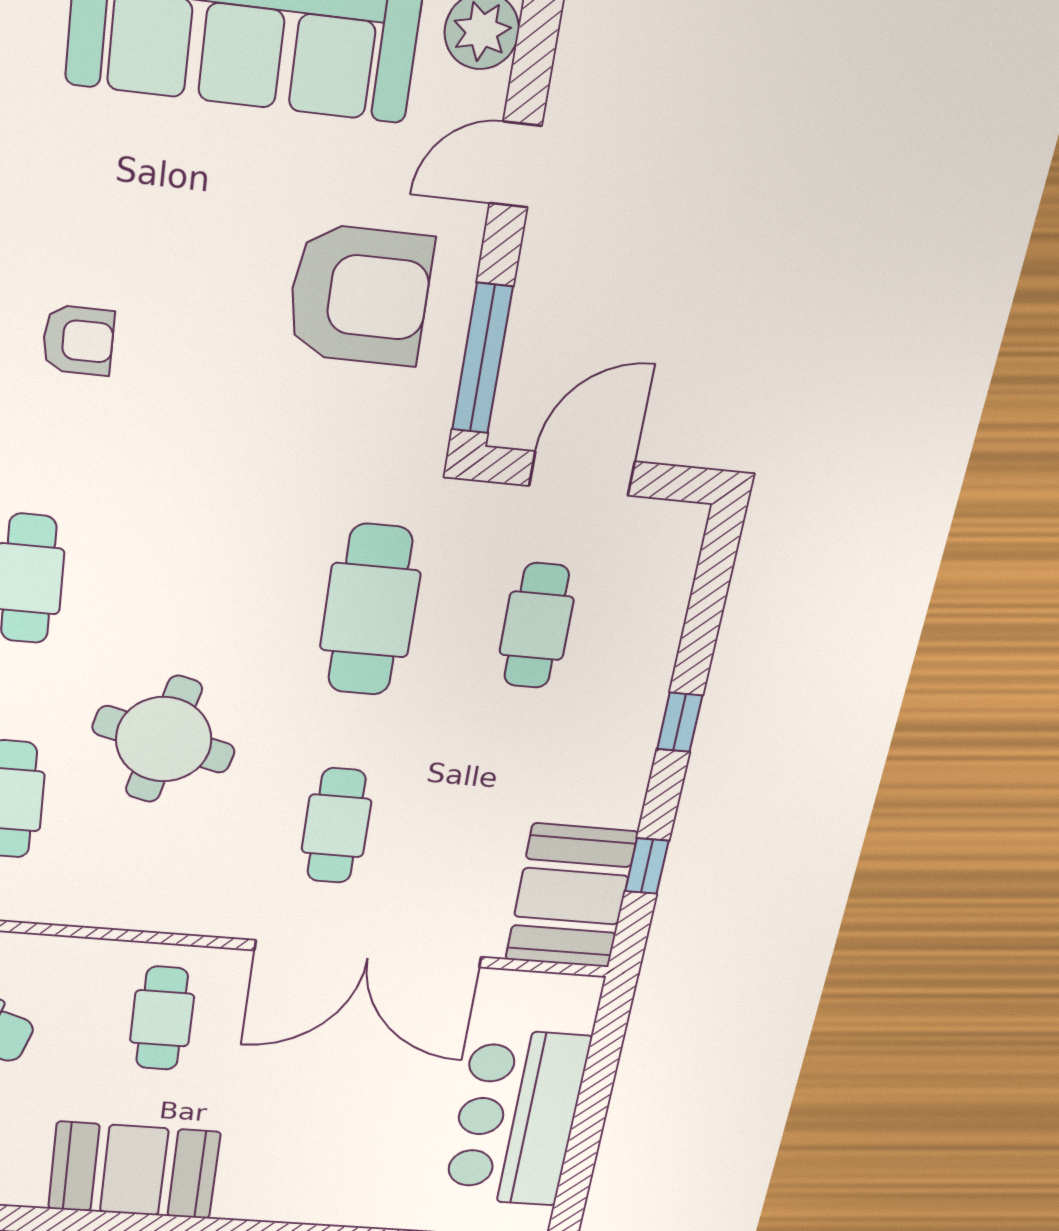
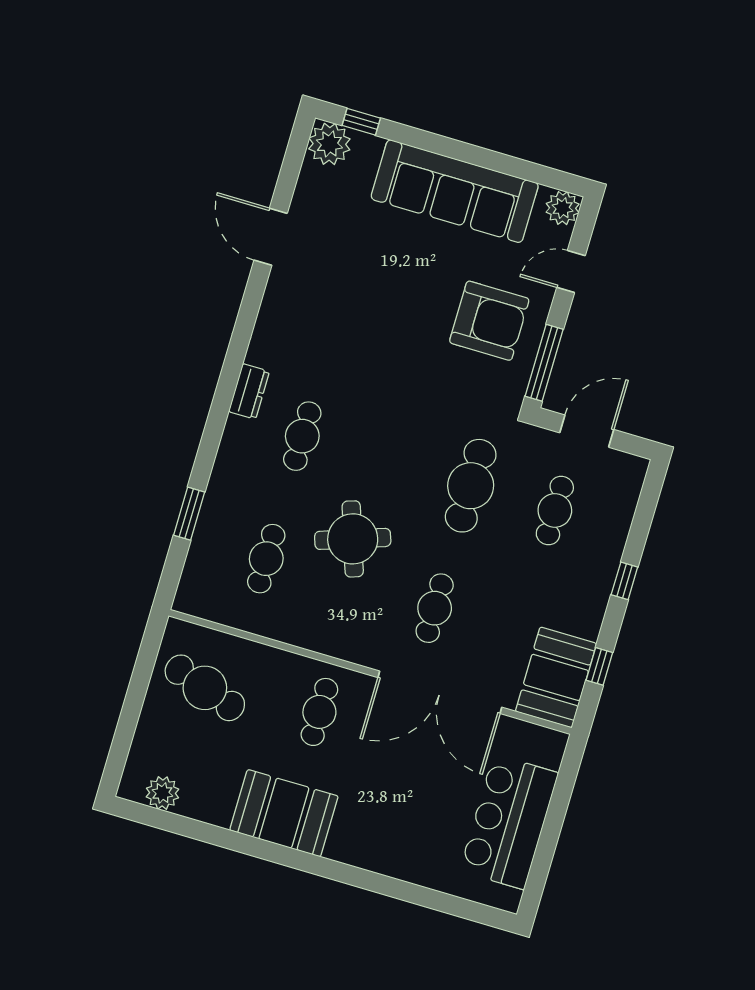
armchair: (78, 340) -> (352, 319), removed
round table: (164, 739) -> (353, 539), turned -33

